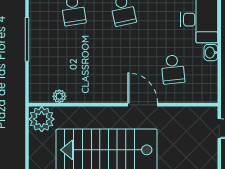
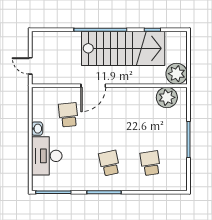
plant: (59, 96) -> (167, 97), width x1.88, depth x1.88
door: (143, 105) -> (93, 86), hinge flipped

